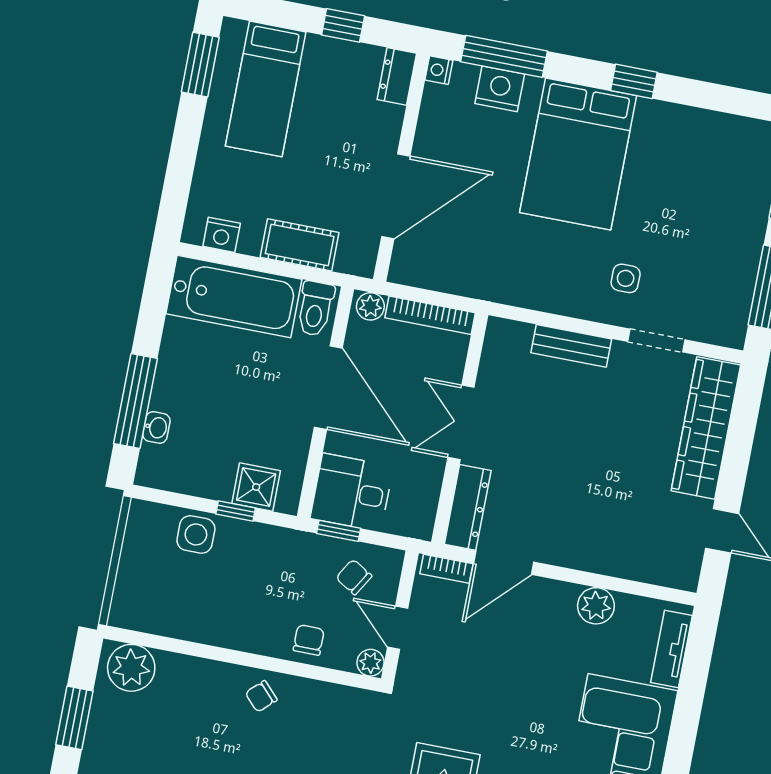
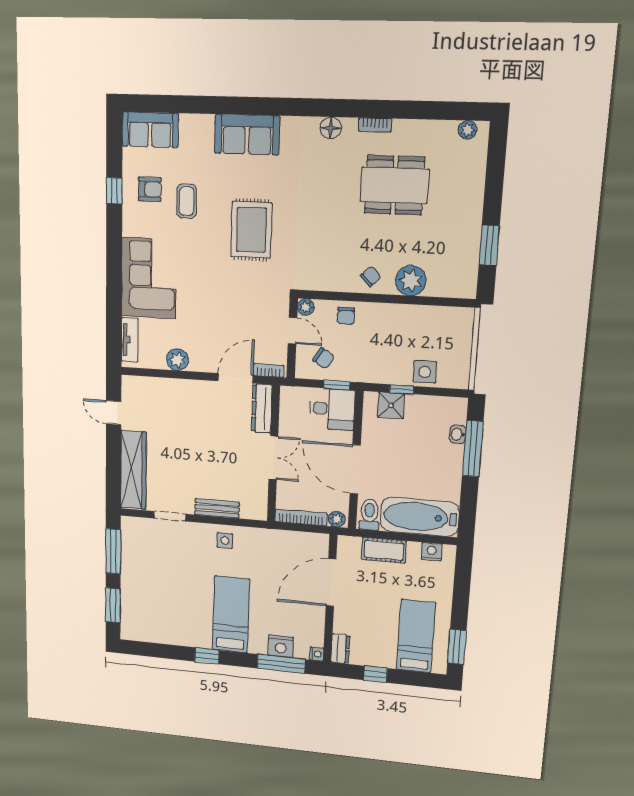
bed: (578, 154) -> (231, 615), width x0.67
side table: (626, 278) -> (225, 540), moved
plant: (131, 668) -> (411, 281), moved

